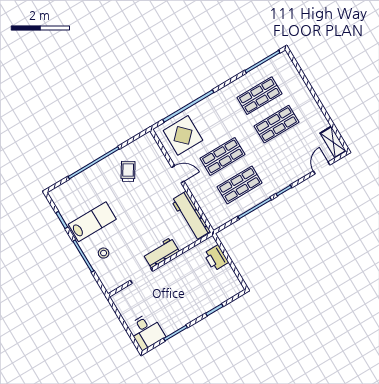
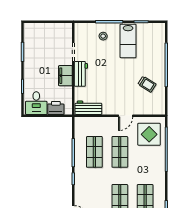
workbench: (191, 216) -> (88, 108), width x0.73
filing cabinet: (173, 269) -> (65, 76), added
desk: (146, 331) -> (36, 103), moved, turned -90

